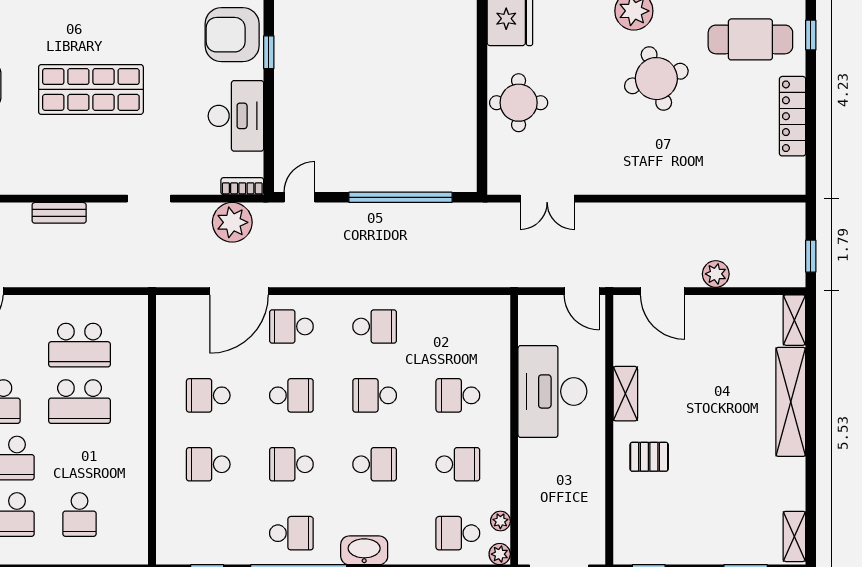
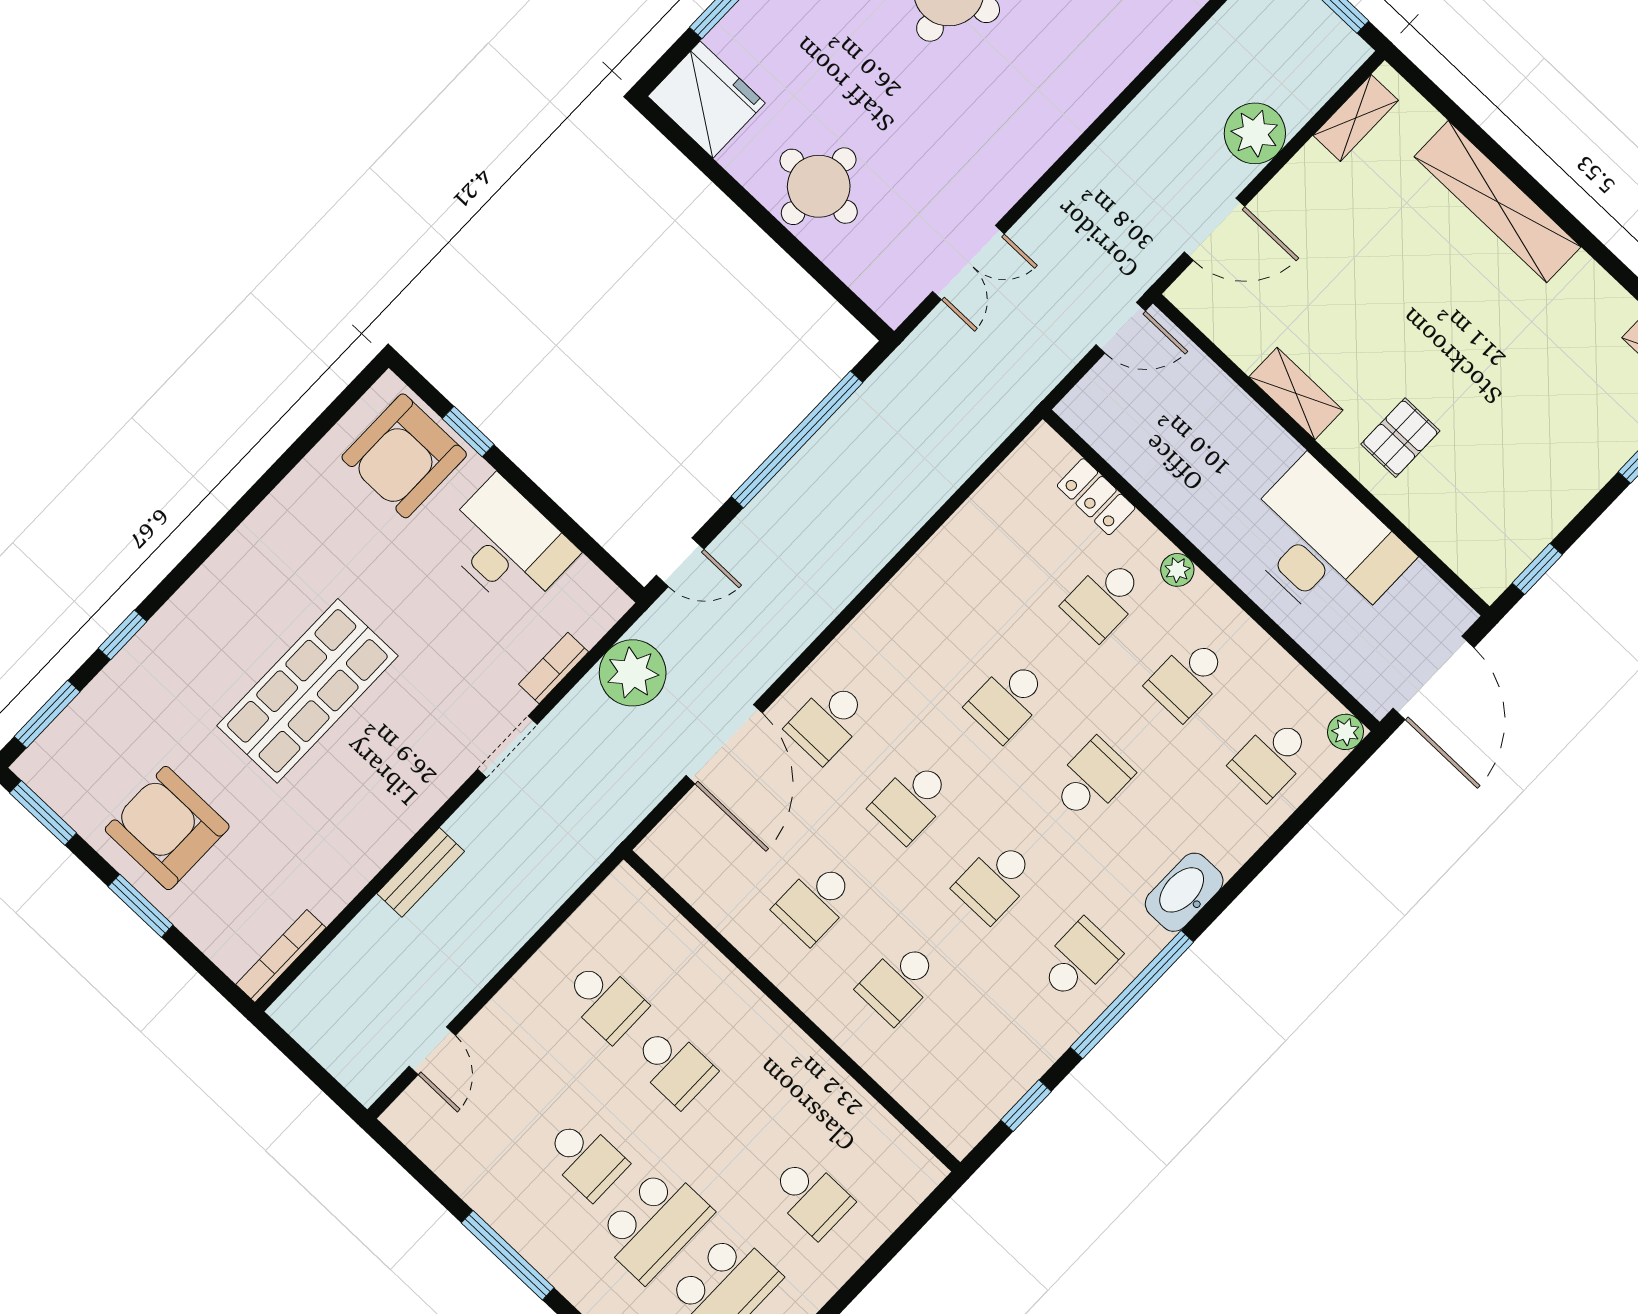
bookcase: (242, 186) -> (553, 668), moved
door: (300, 197) -> (680, 562), swing flipped
plant: (716, 274) -> (1255, 133), width x1.36, depth x1.36
shelving: (794, 320) -> (1356, 118), moved, turned 90
school desk: (375, 326) -> (924, 620), removed
school desk: (80, 345) -> (605, 1001), width x0.54
locker: (499, 350) -> (1096, 497), added
desk: (552, 391) -> (1323, 545), moved, turned 180
school desk: (291, 395) -> (911, 801), turned 180
school desk: (80, 402) -> (674, 1066), width x0.54
school desk: (458, 464) -> (1188, 679), turned 180
plant: (500, 521) -> (1177, 570), moved

